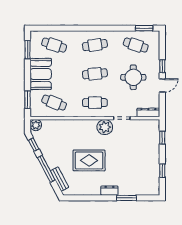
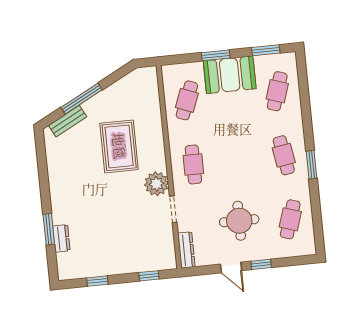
window: (144, 28) -> (312, 165), moved
cafe table: (95, 74) -> (239, 160), removed
window: (28, 100) -> (216, 55), moved
plant: (36, 125) -> (149, 75), removed
window: (34, 145) -> (118, 75), removed
rug: (89, 160) -> (119, 146), moved
dresser: (109, 191) -> (61, 238), moved

